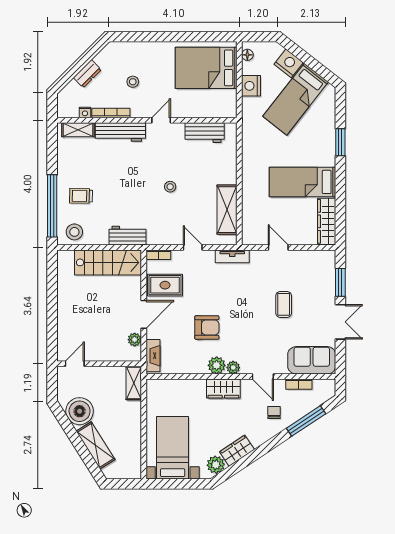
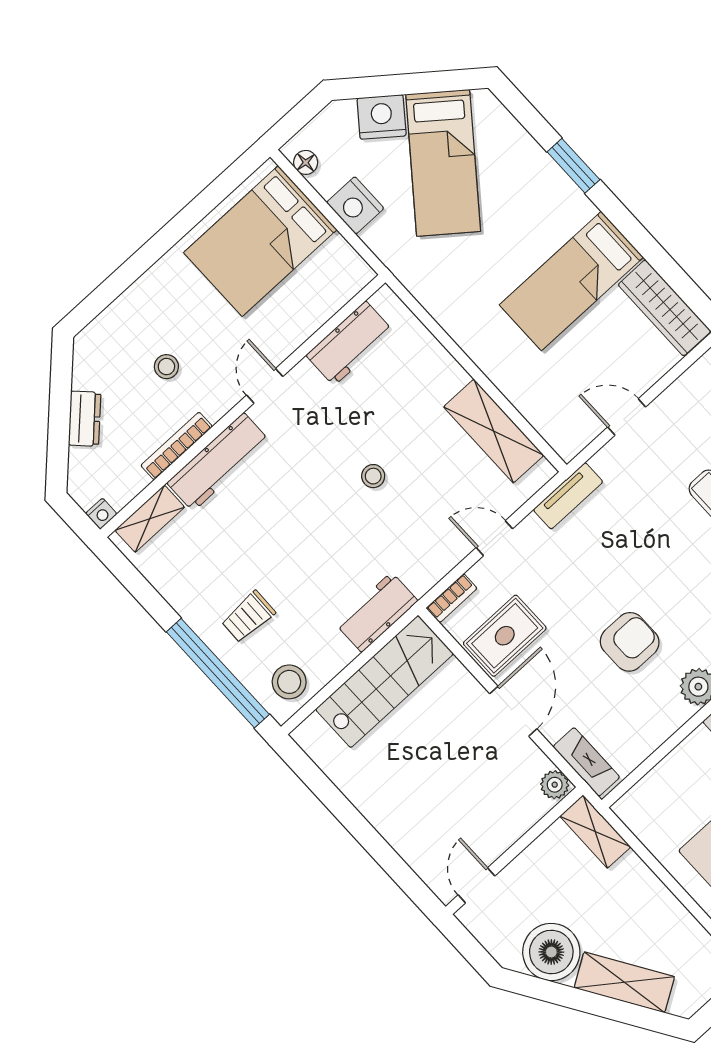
nightstand: (85, 112) -> (101, 514), moved
plant: (135, 340) -> (555, 785), moved

